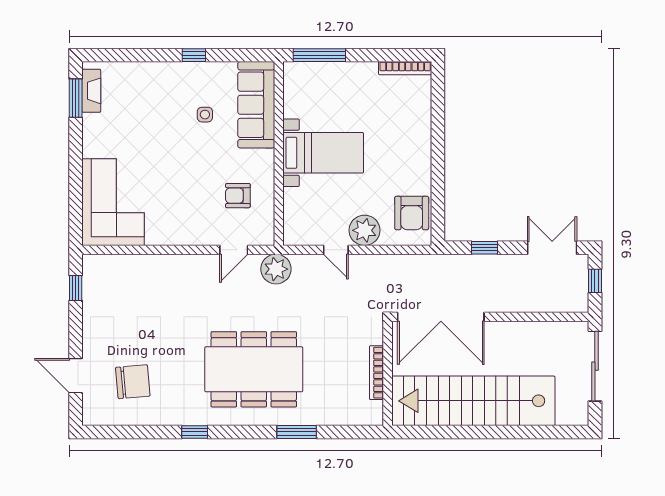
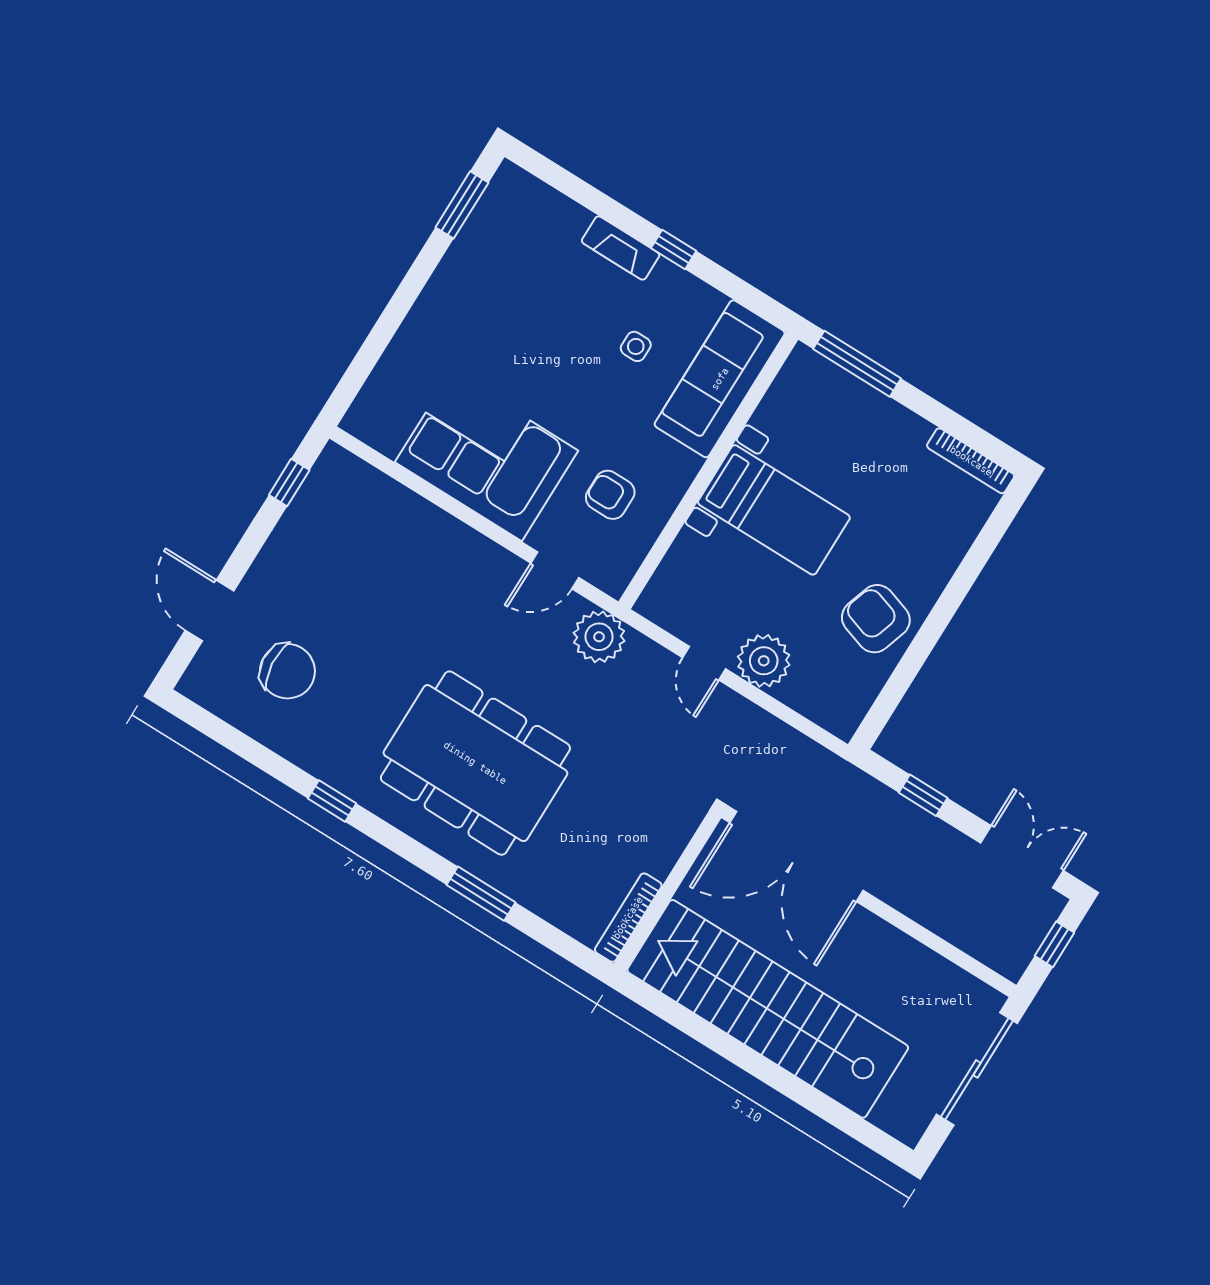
fireplace: (91, 91) -> (621, 248), moved, turned 90
corner sofa: (113, 202) -> (487, 456), moved, turned -90
armchair: (412, 213) -> (876, 619), moved, turned 108
bookcase: (377, 373) -> (628, 918), moved

